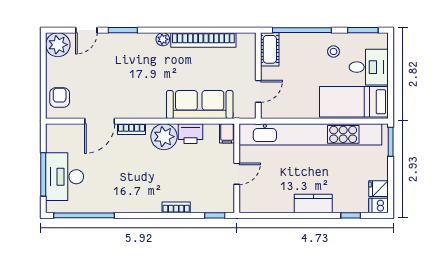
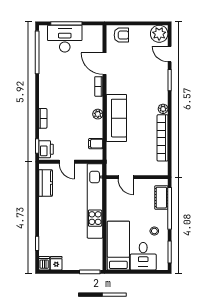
cot: (270, 49) -> (161, 198), moved, turned 90
sofa: (200, 105) -> (116, 118), moved
filing cabinet: (227, 133) -> (96, 144), moved
printer: (191, 134) -> (46, 149), moved, turned 180
kitchen unit: (310, 134) -> (95, 201), width x0.73
plant: (164, 137) -> (98, 114), width x0.53, depth x0.53
kitchen counter: (313, 204) -> (46, 183), moved

